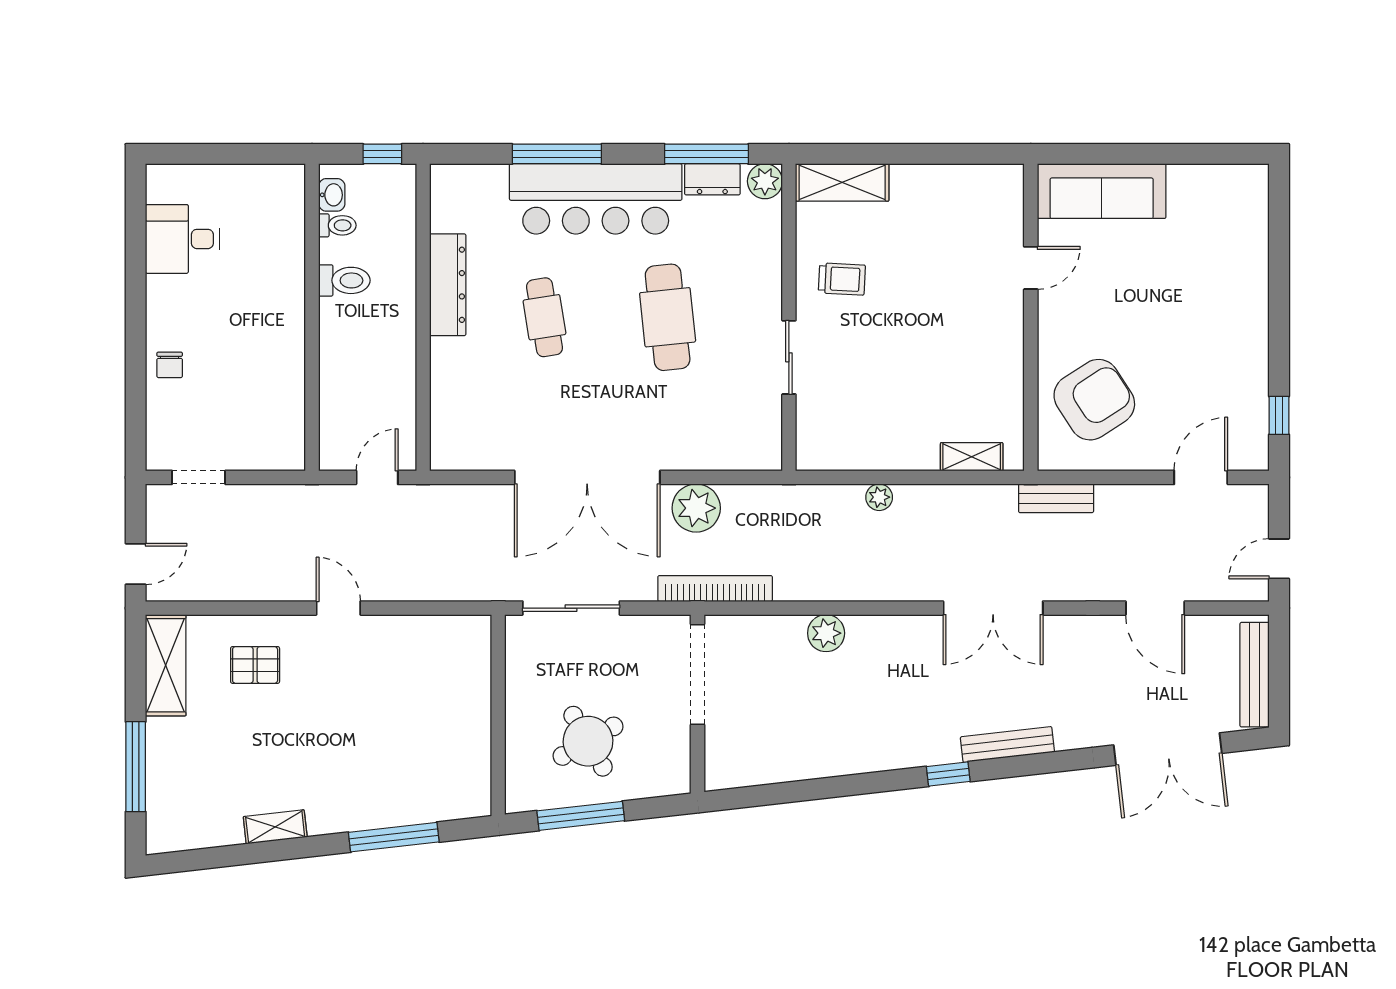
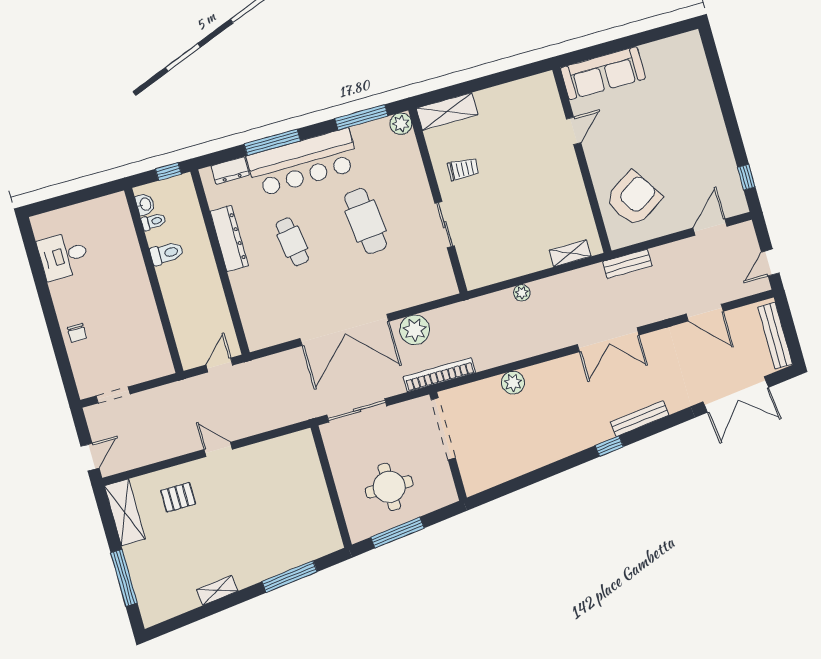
dresser: (712, 179) -> (230, 170), moved
round table: (588, 741) -> (389, 487), turned 30

